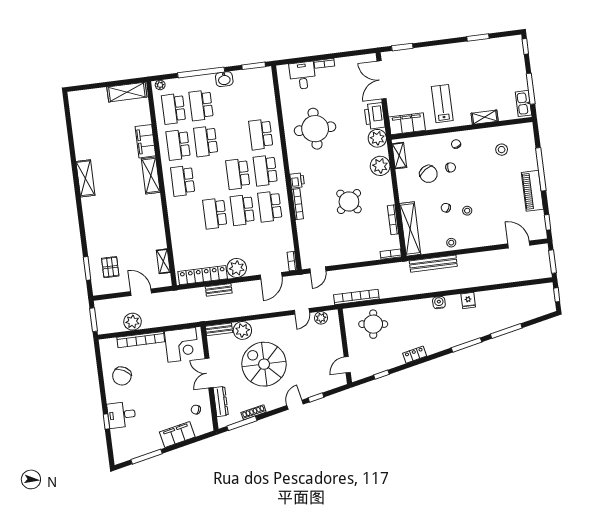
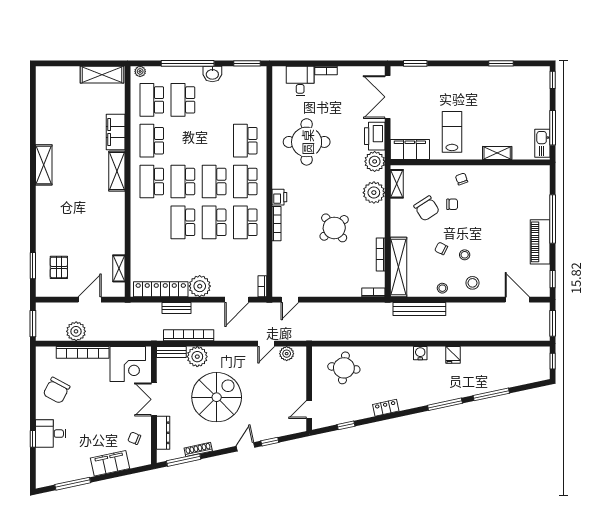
school desk: (206, 141) -> (183, 181), moved
stool: (502, 150) -> (472, 283), moved
door: (141, 292) -> (90, 300), hinge flipped
bookcase: (356, 297) -> (189, 335), moved
spiral stairs: (264, 364) -> (217, 397), turned 90

